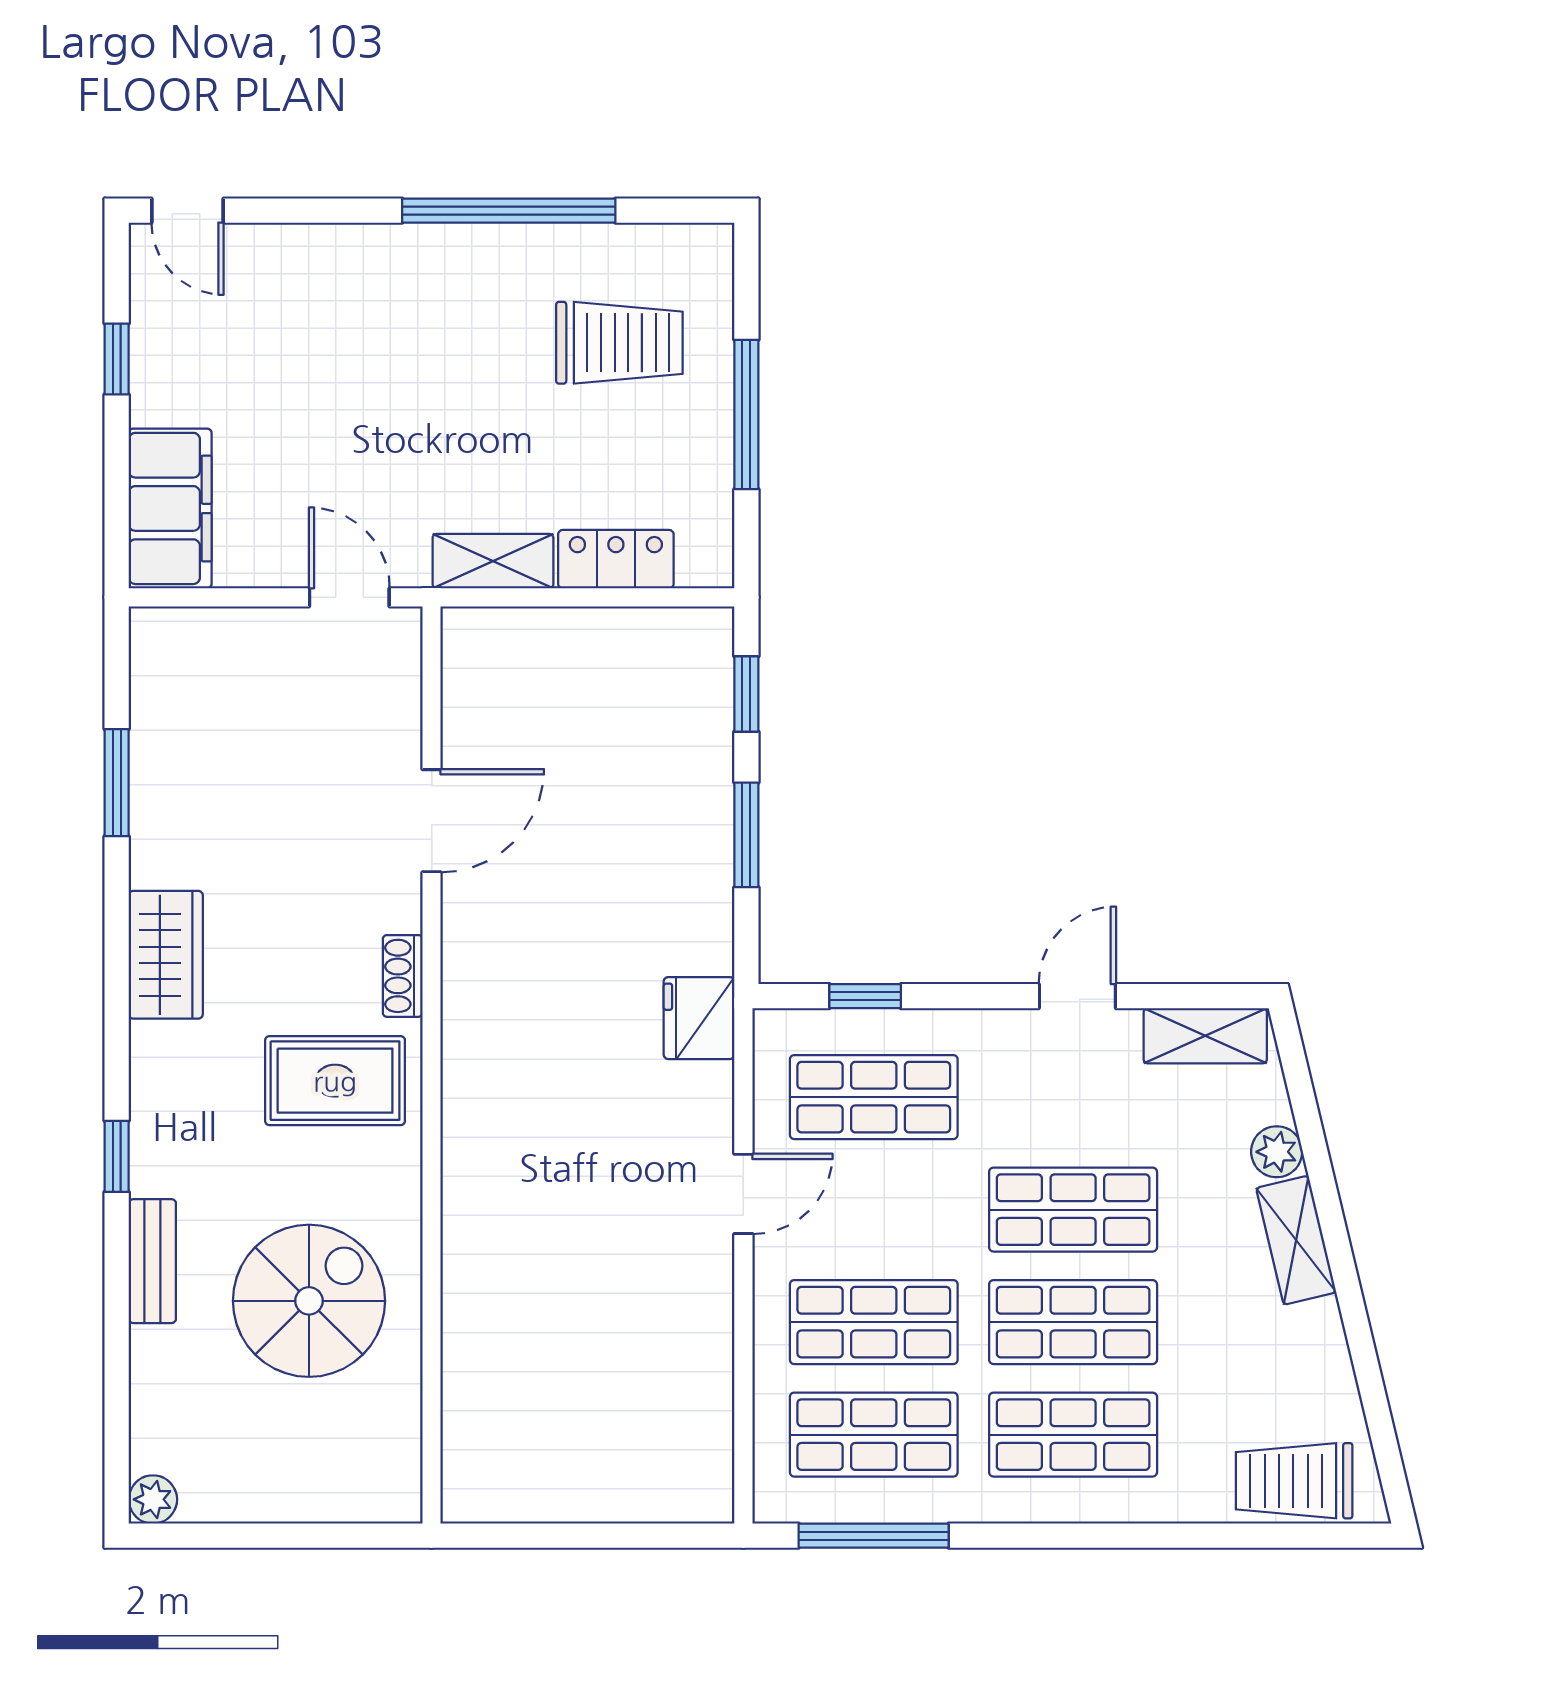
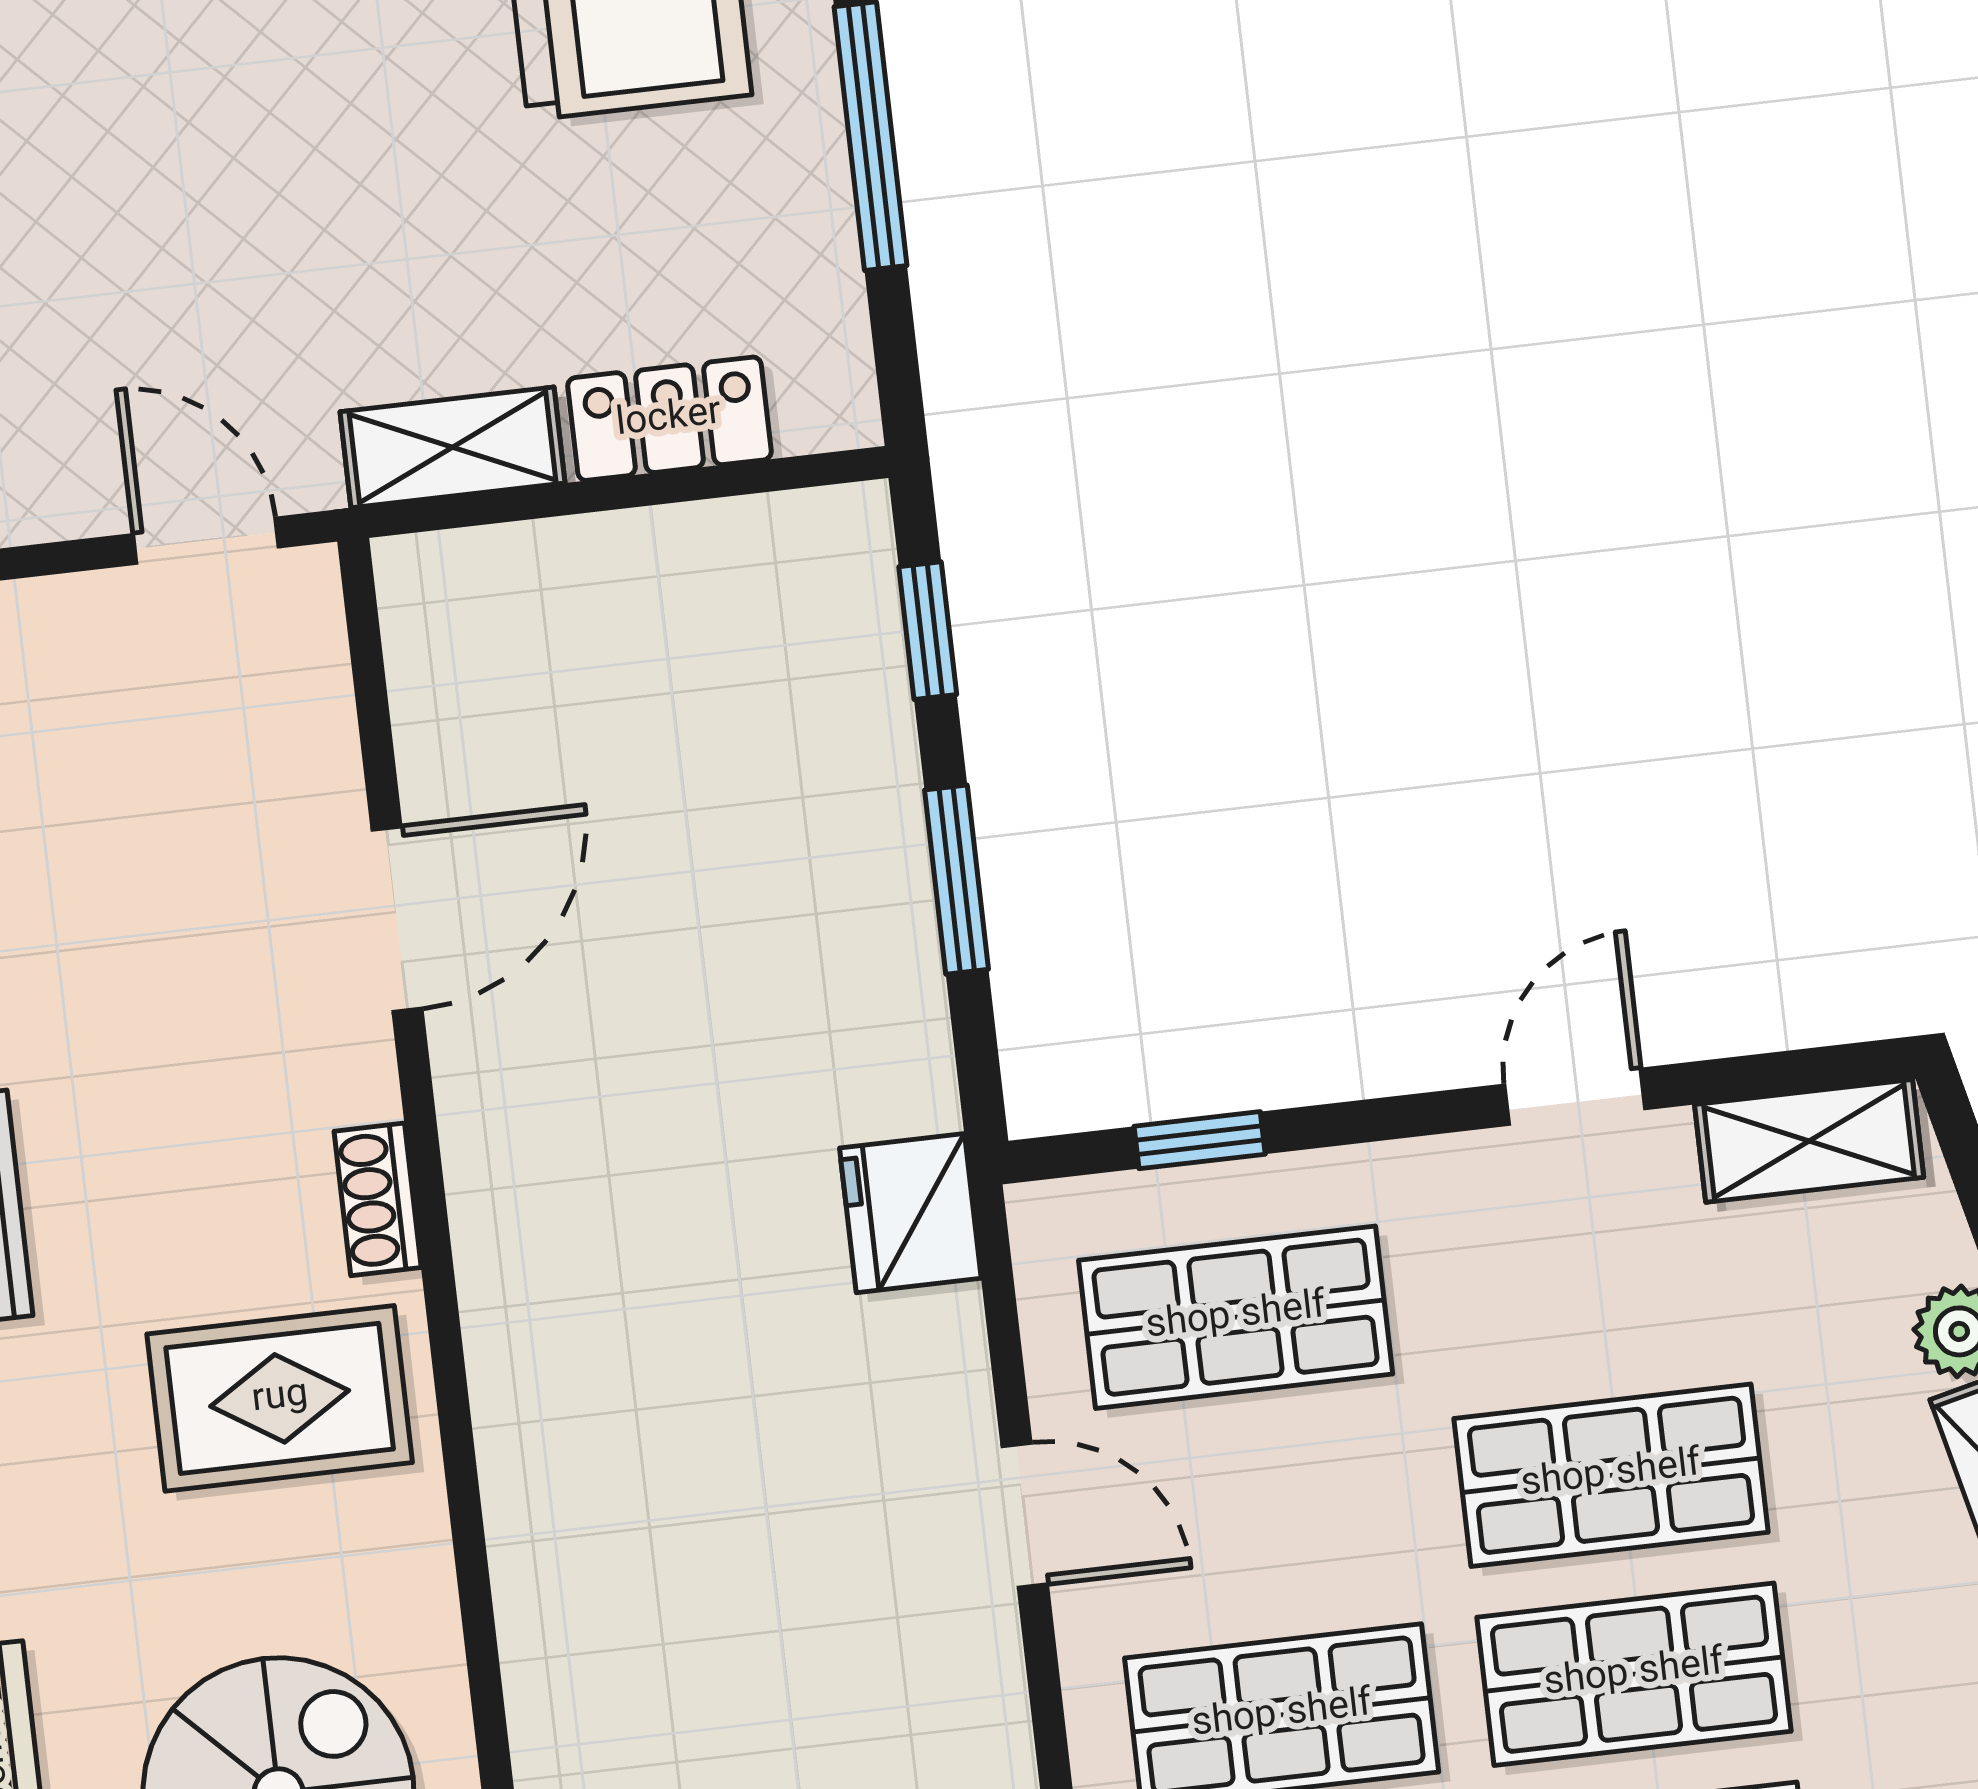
door: (743, 1194) -> (1025, 1515), hinge flipped

